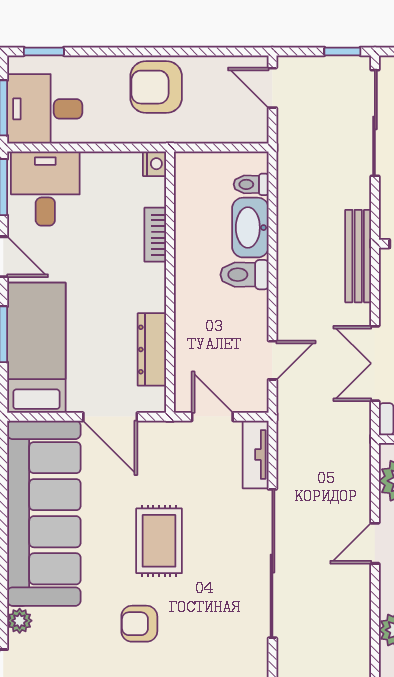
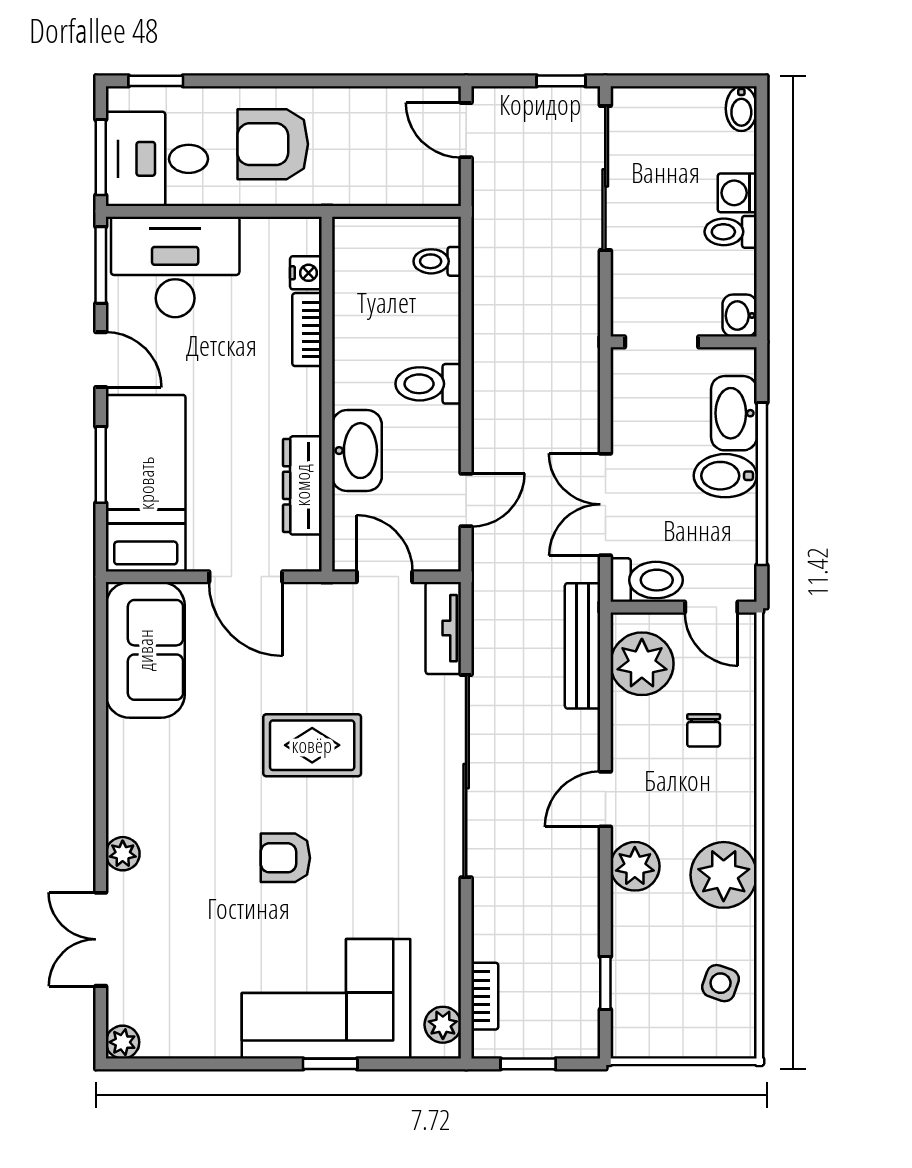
armchair: (156, 87) -> (273, 144), moved
nightstand: (154, 164) -> (306, 273), moved
desk: (45, 189) -> (175, 267), width x1.37
washbasin: (250, 228) -> (357, 451), moved, turned 180
bench: (358, 256) -> (583, 646), moved
sofa: (44, 513) -> (145, 650), width x0.54, depth x0.79
rug: (159, 541) -> (312, 745), turned 90
door: (375, 543) -> (605, 799), moved

